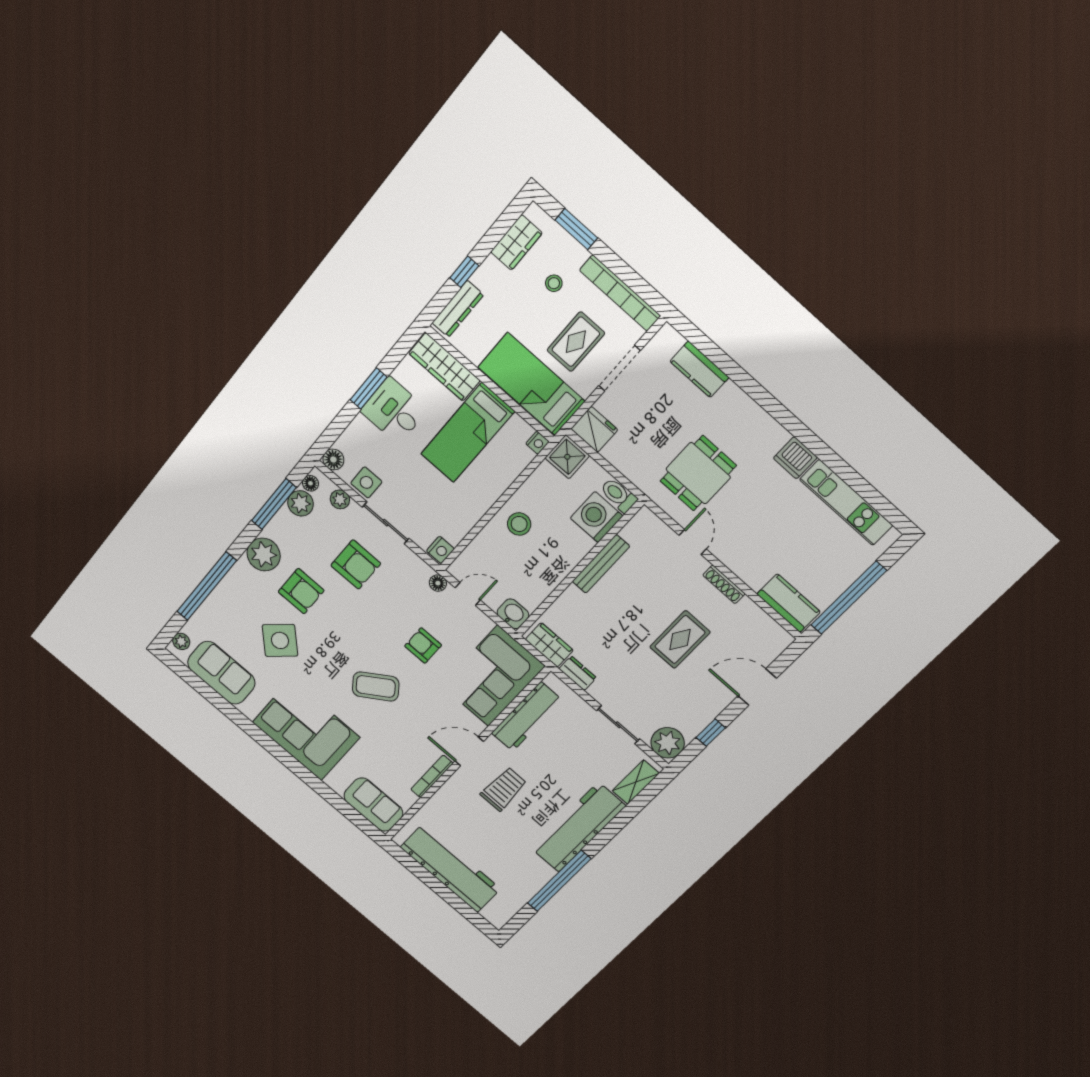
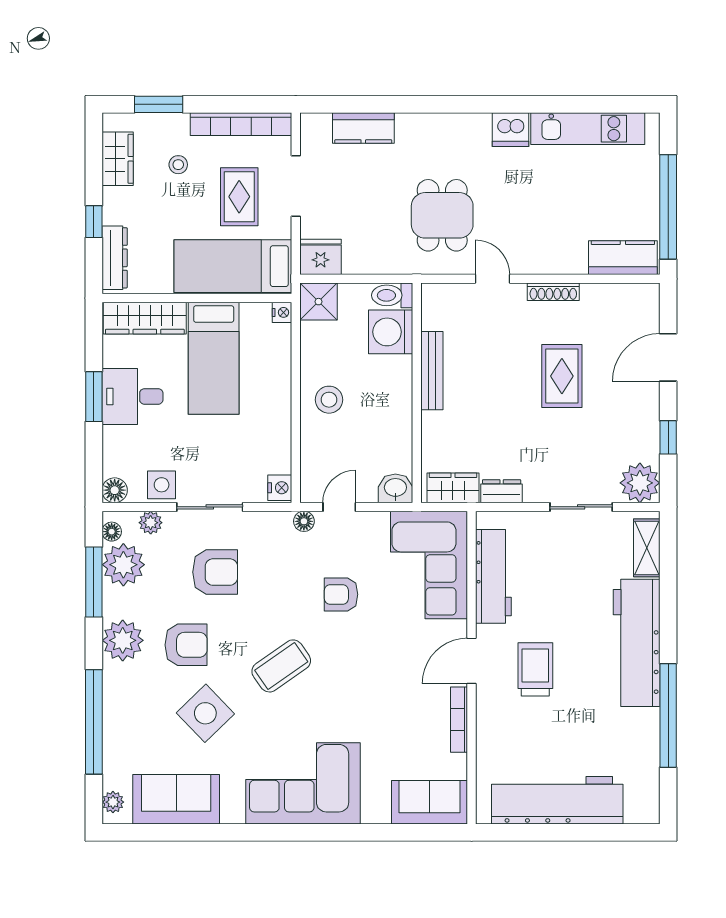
plant: (301, 503) -> (123, 565), width x1.36, depth x1.36
coffee table: (376, 686) -> (281, 666), moved

